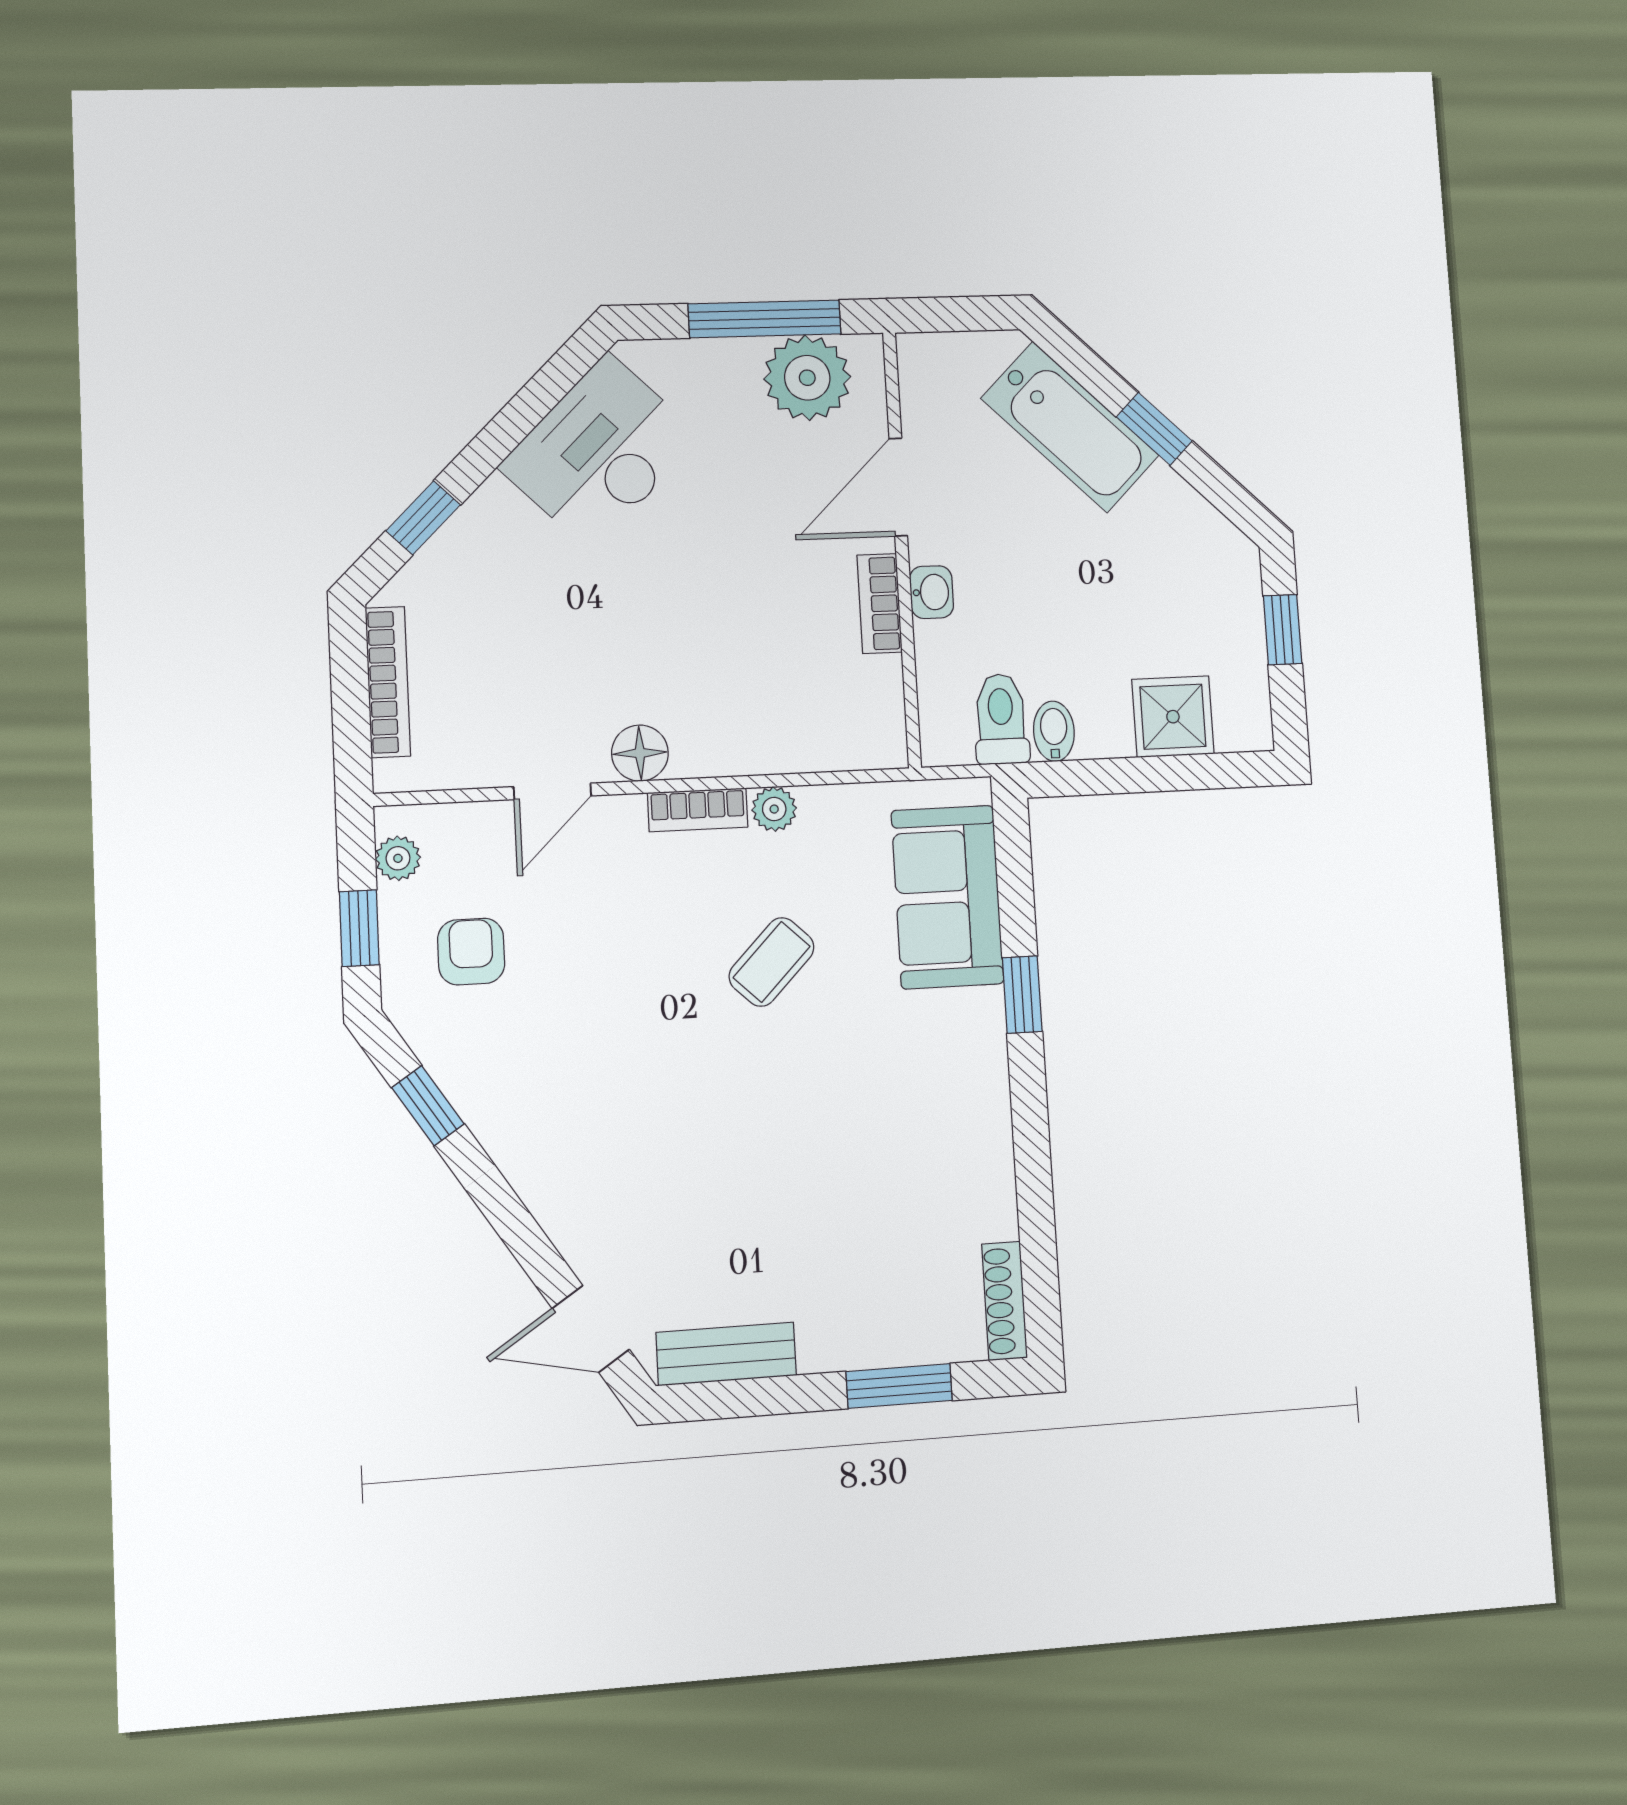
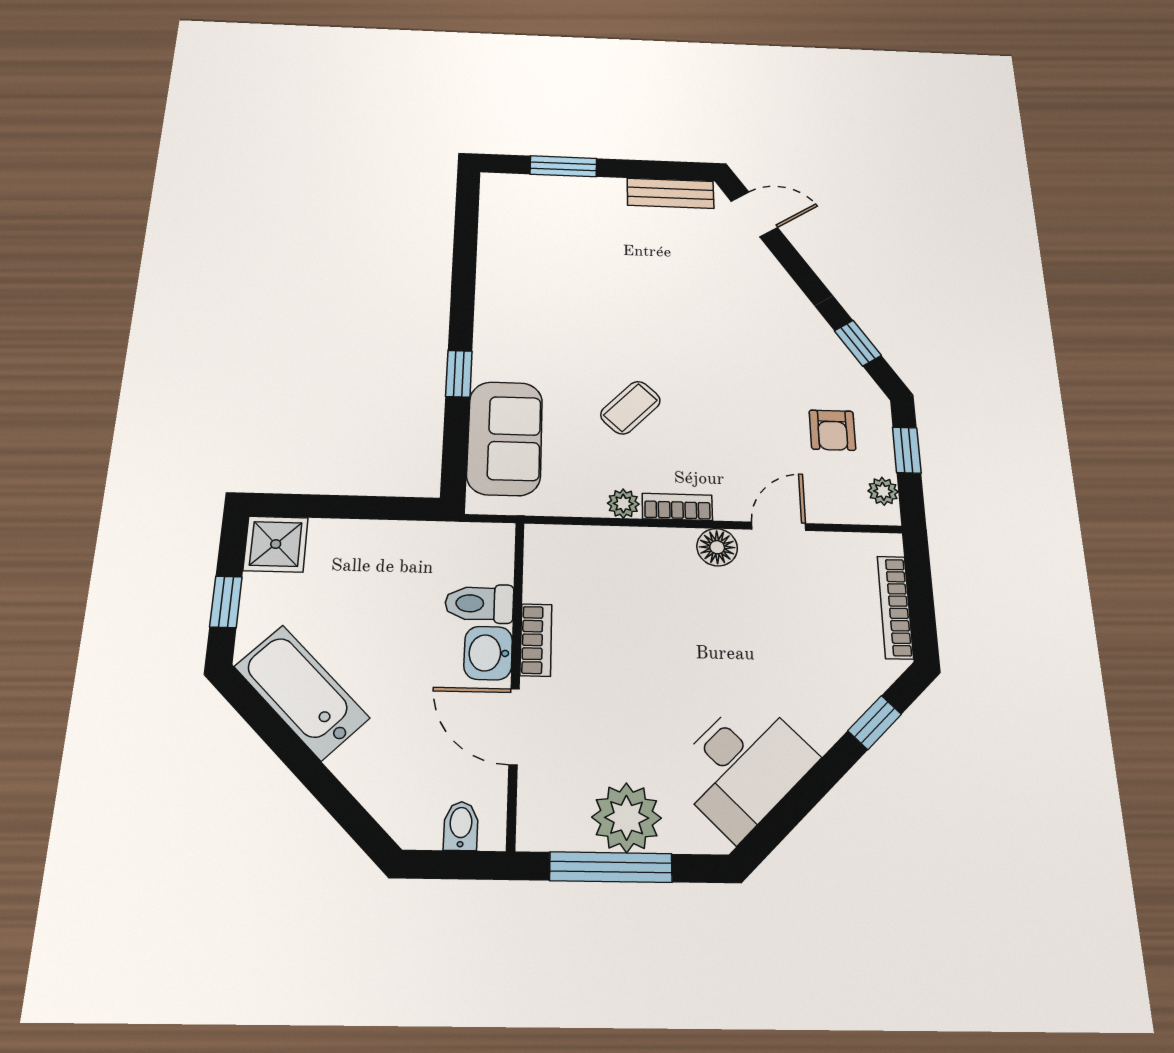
plant: (807, 378) -> (627, 818), moved
bathtub: (1070, 427) -> (302, 692), moved
window: (1154, 429) -> (302, 762), removed
door: (898, 487) -> (514, 726), swing flipped
washbasin: (932, 592) -> (488, 653), width x1.38, depth x1.45
shower: (1173, 717) -> (276, 544), moved
toilet: (1001, 719) -> (479, 604), moved, turned 90
bidet: (1054, 731) -> (461, 826), moved, turned 180
shoe rack: (1005, 1301) -> (492, 203), removed

